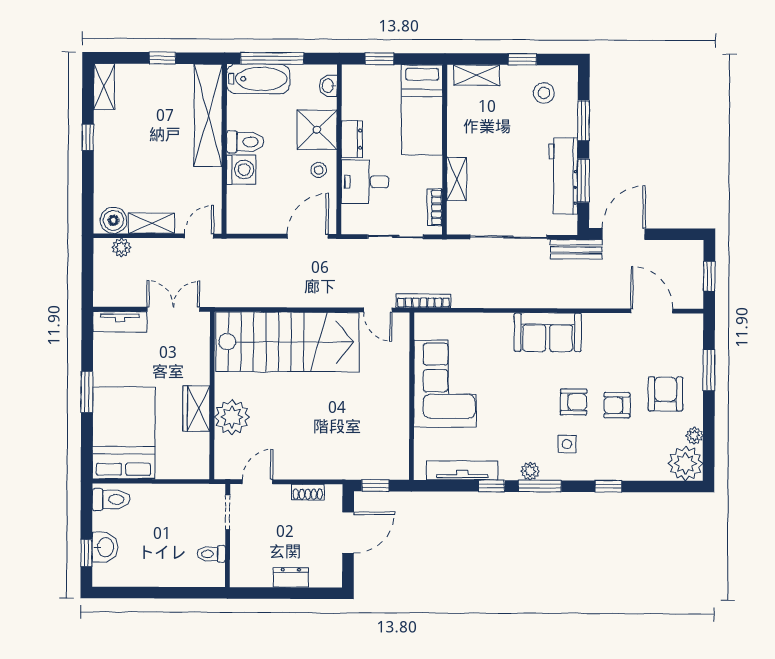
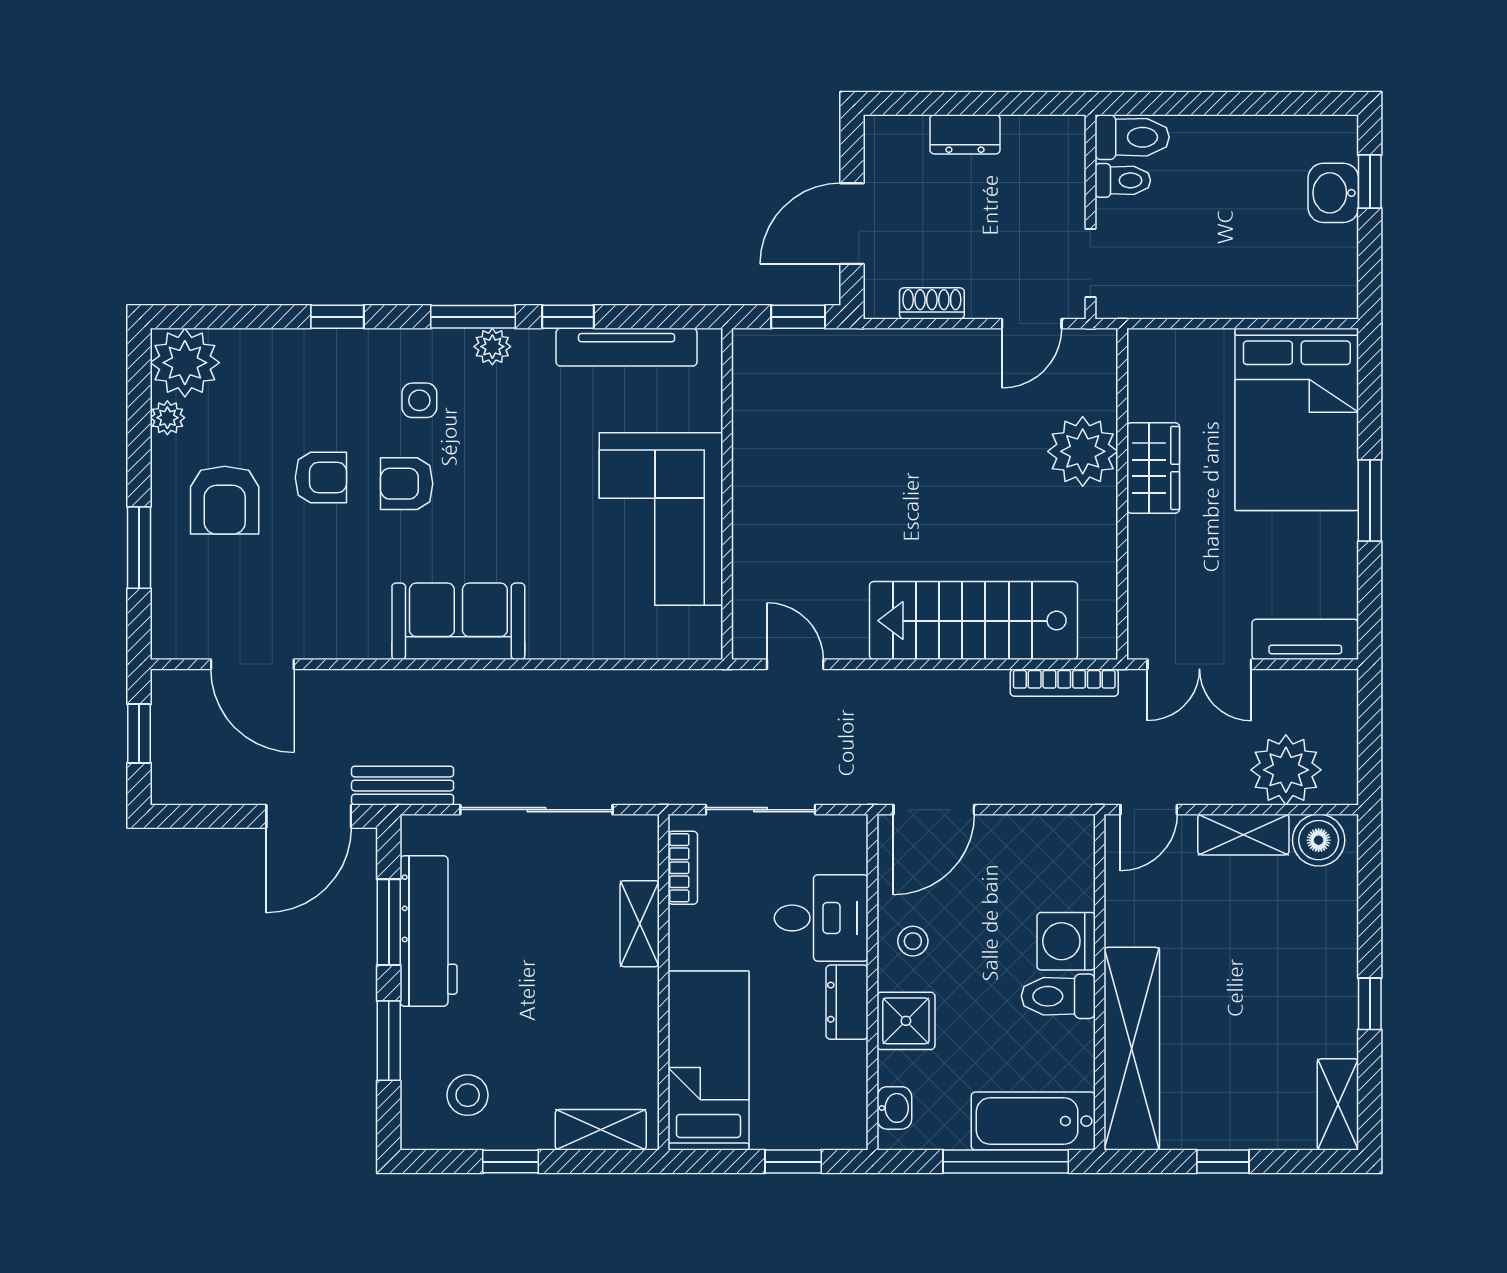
shower: (317, 130) -> (906, 1021), width x0.73, depth x0.73
plant: (122, 248) -> (1286, 770), width x1.87, depth x1.87
bookcase: (423, 301) -> (1064, 683), moved
stairs: (287, 342) -> (974, 621), width x0.73, depth x0.66
toilet: (111, 499) -> (1132, 137), moved, turned 180

